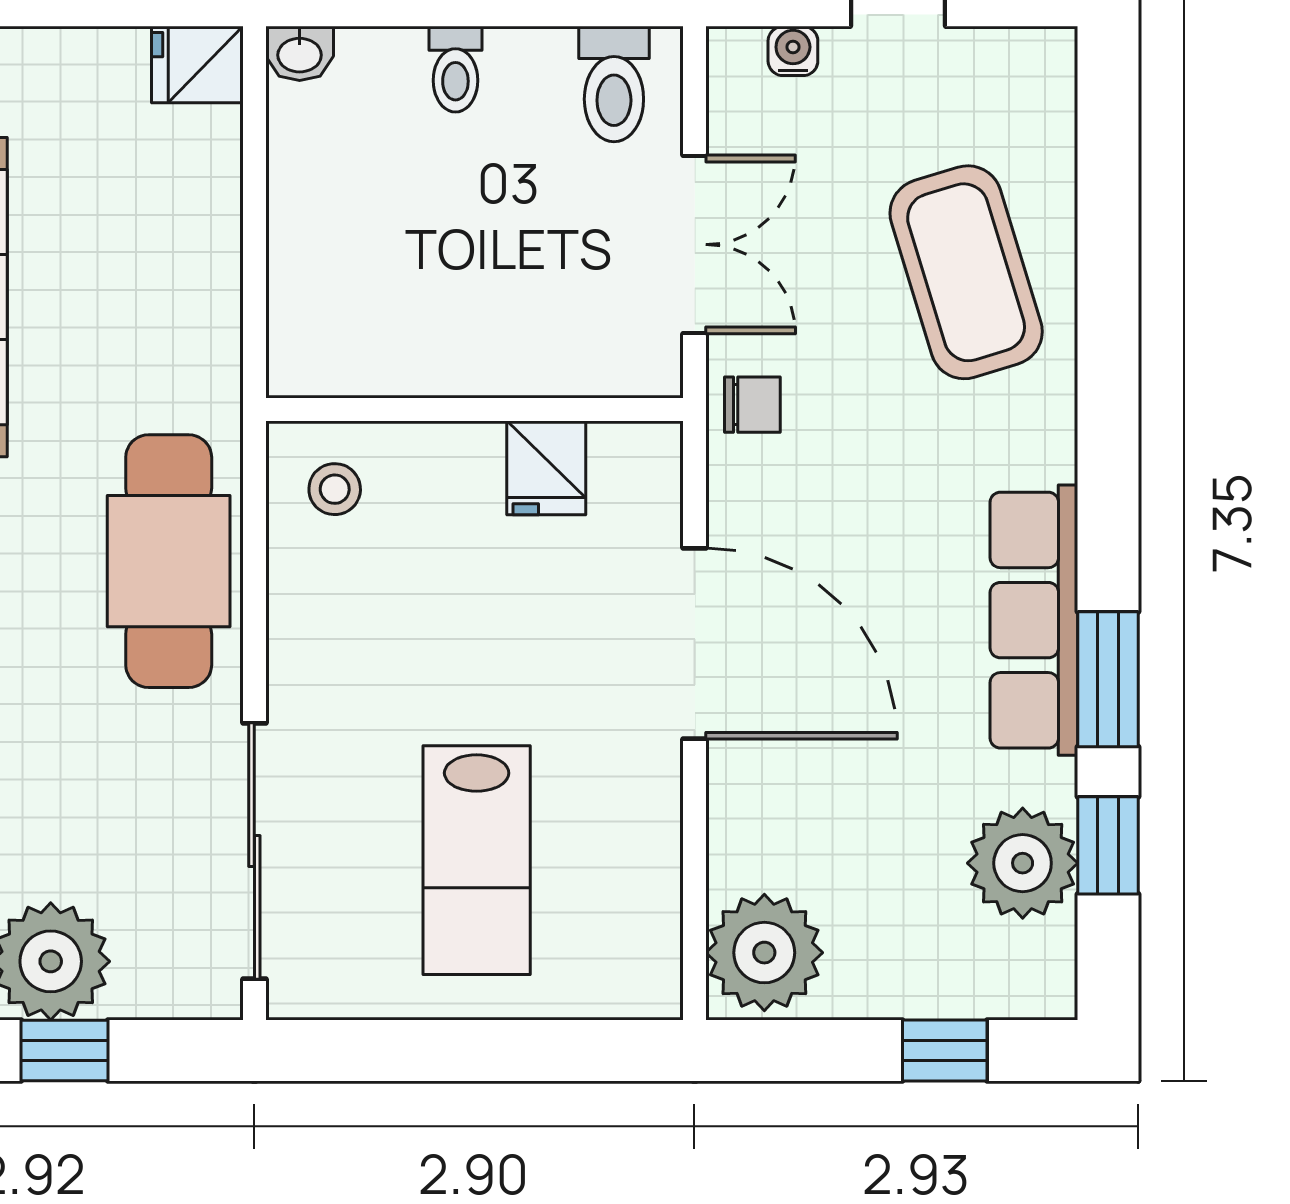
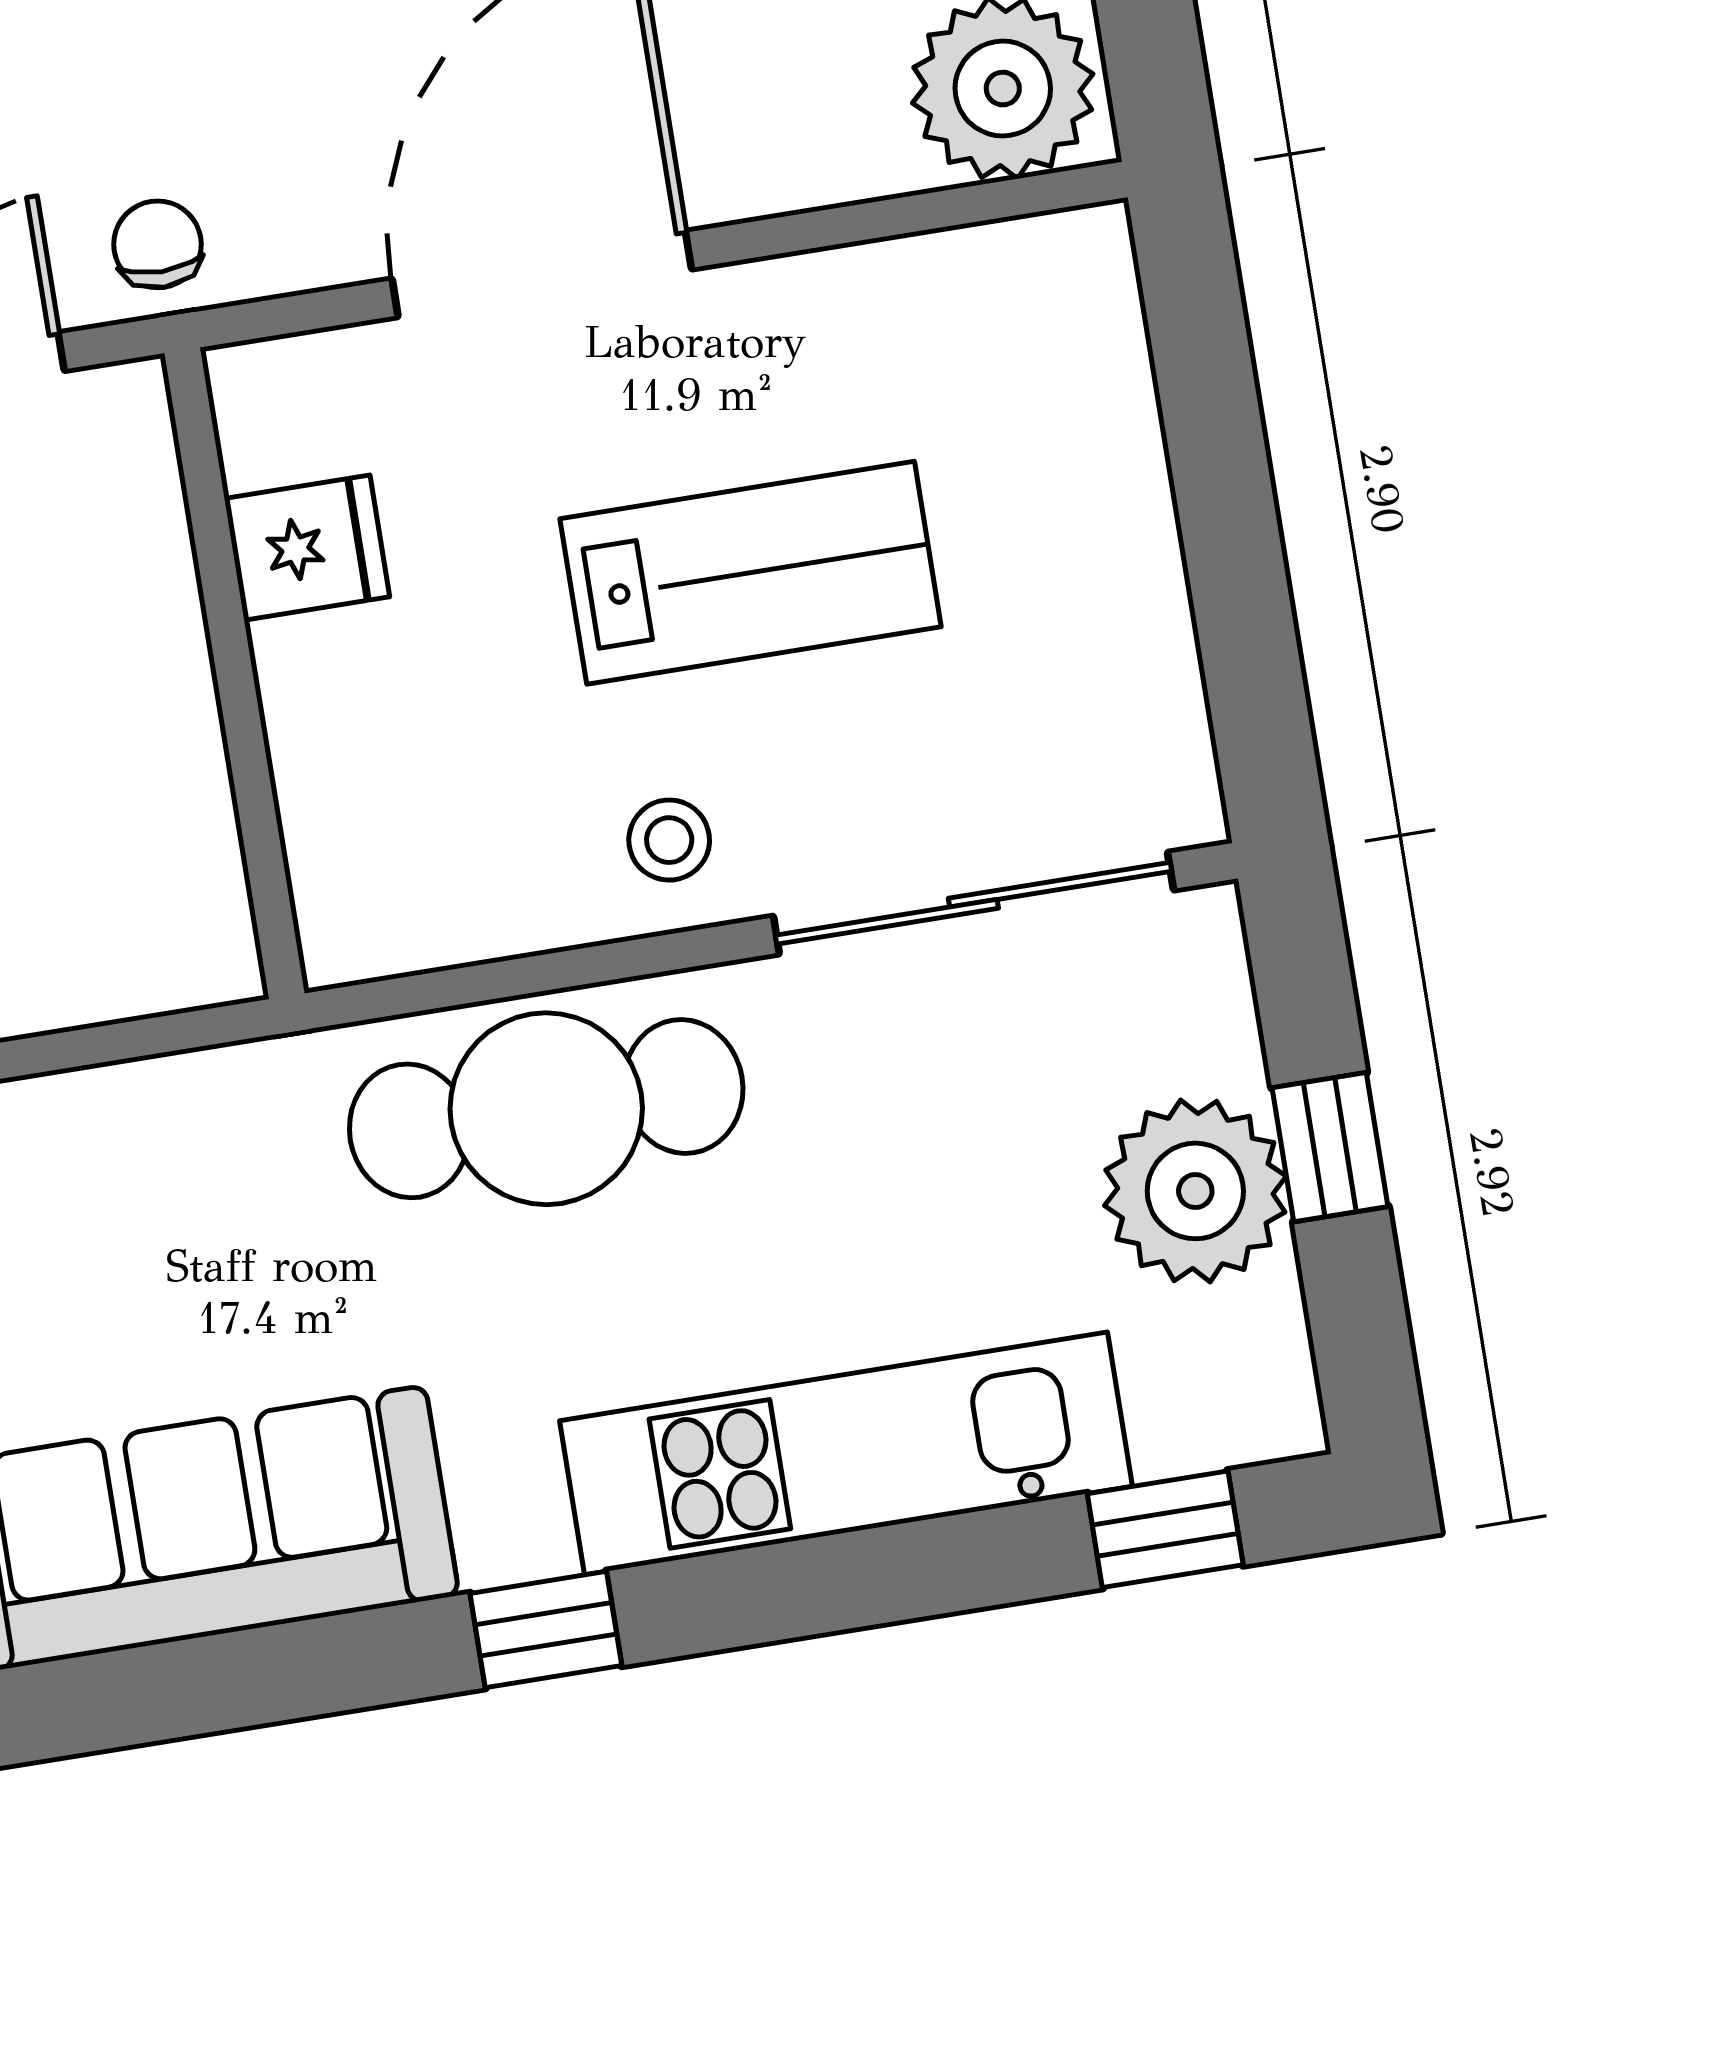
stool: (335, 489) -> (669, 840), moved
lab bench: (477, 860) -> (751, 573), moved

